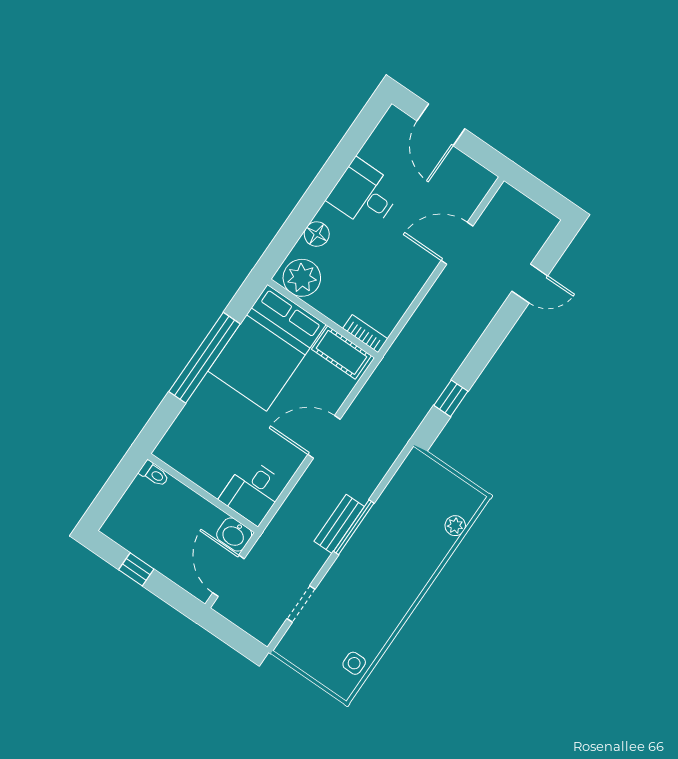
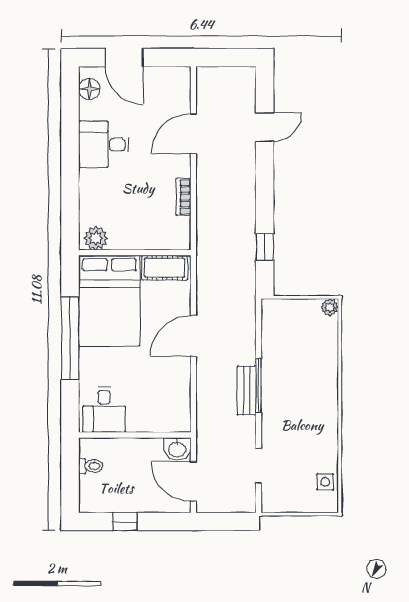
floor lamp: (317, 234) -> (89, 89), moved
plant: (302, 278) -> (96, 238), width x0.73, depth x0.73
bookcase: (365, 334) -> (183, 197), moved, turned -90
toilet: (154, 474) -> (91, 466), moved
desk: (253, 492) -> (104, 410), moved
plant: (455, 526) -> (330, 307), moved

